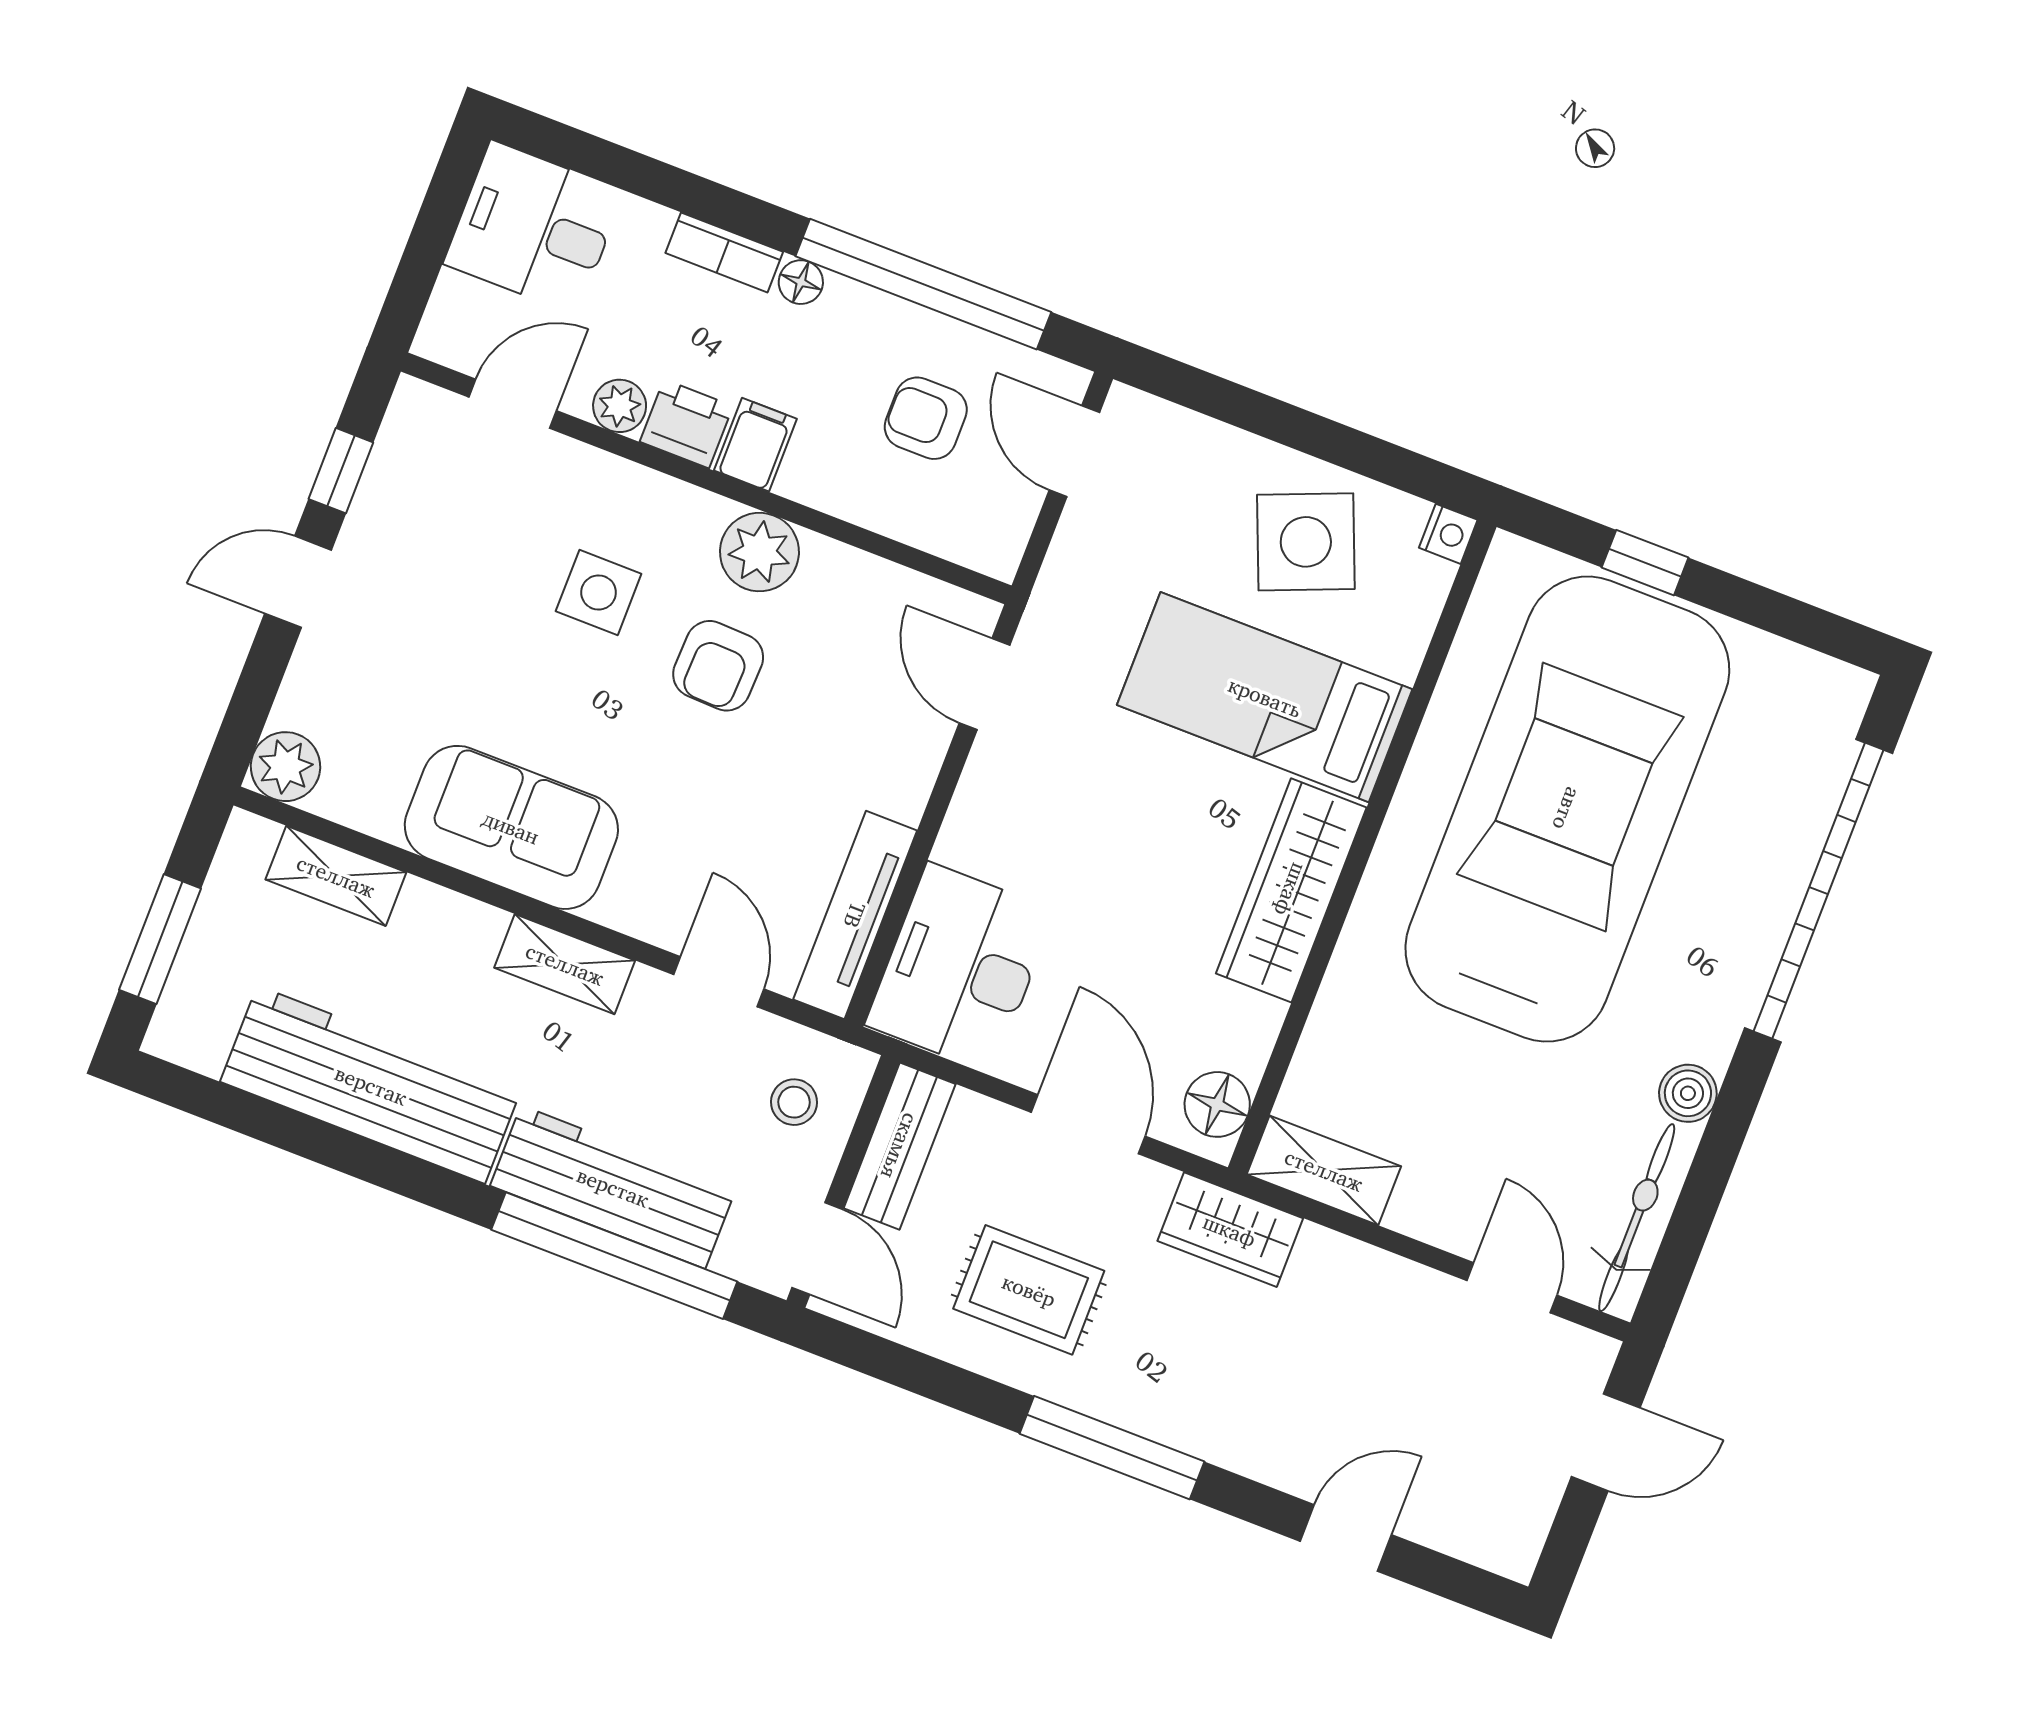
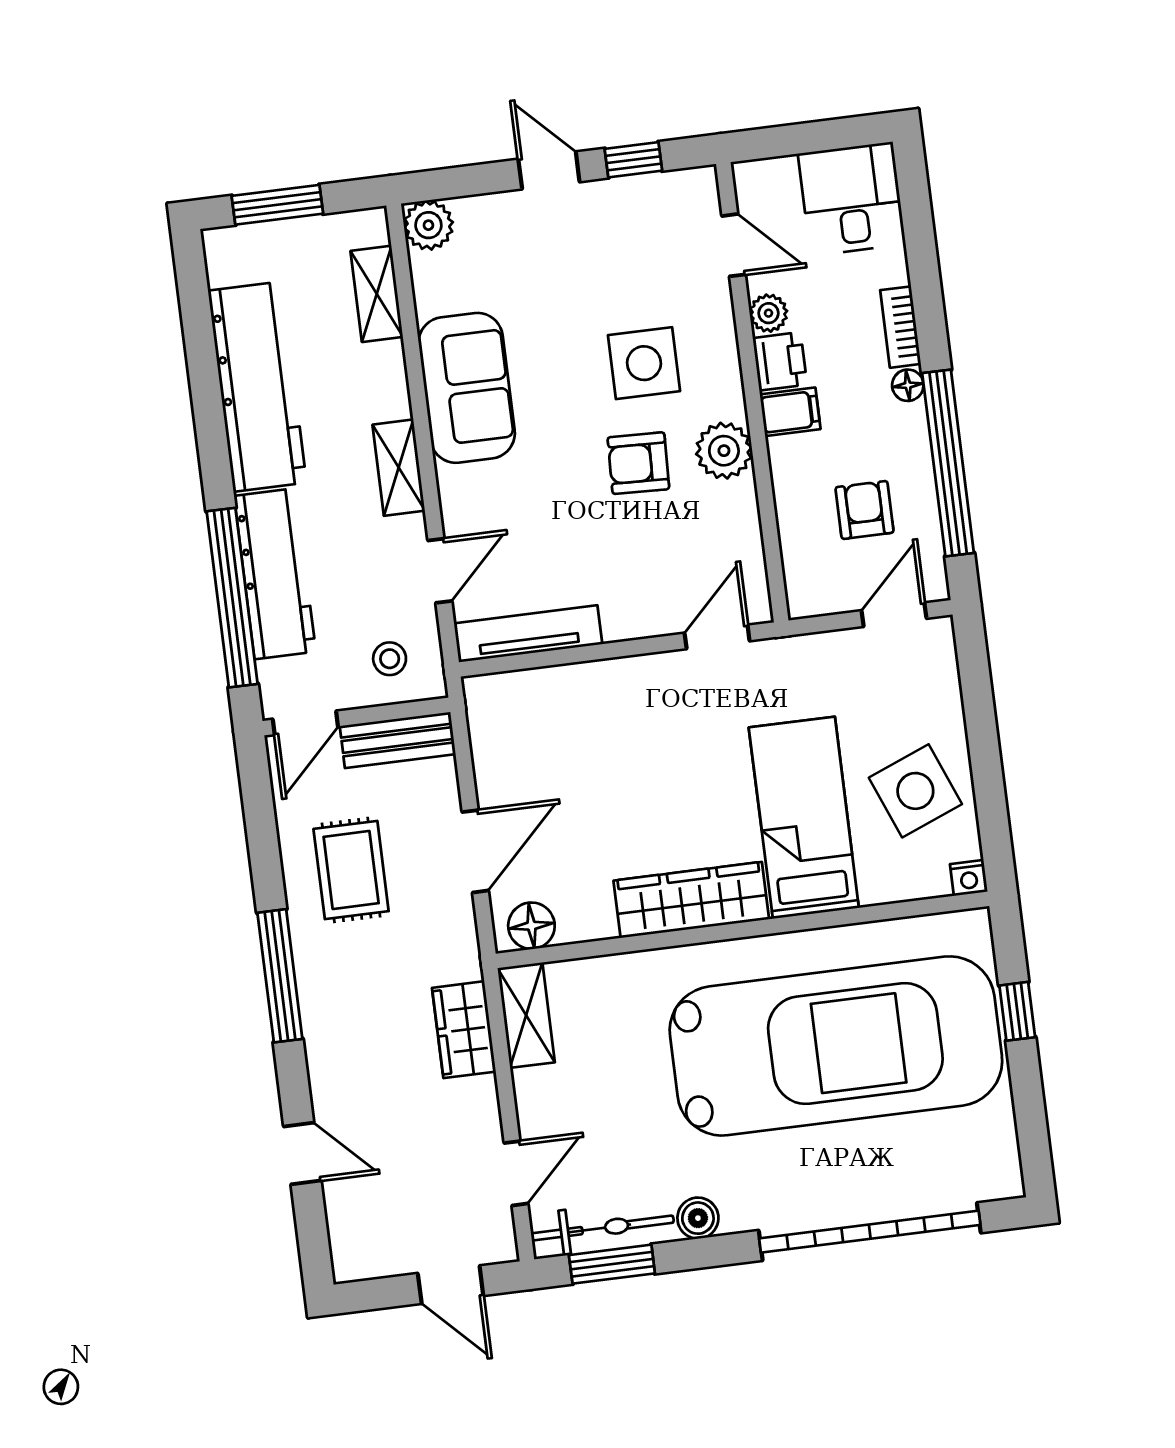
side table: (599, 592) -> (644, 363), width x1.37, depth x1.37
desk: (960, 968) -> (530, 718), removed
wardrobe: (1230, 1230) -> (464, 1030), moved
window: (1688, 1230) -> (612, 1264), added

